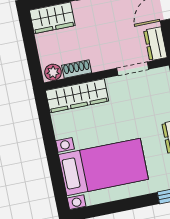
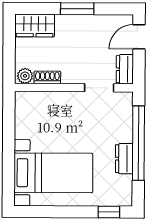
wardrobe: (77, 96) -> (43, 102), removed

